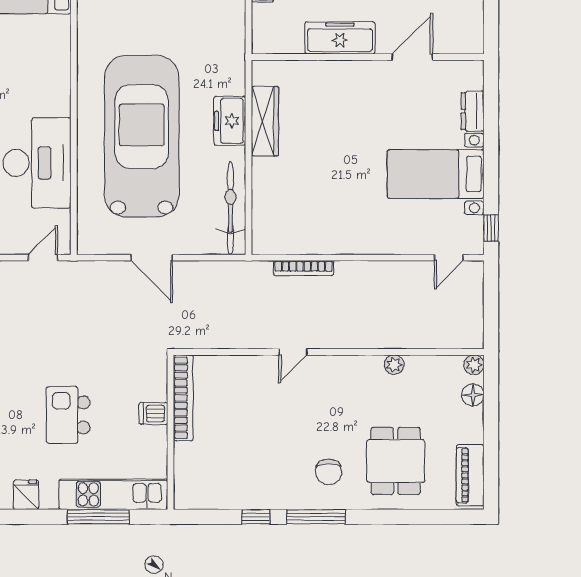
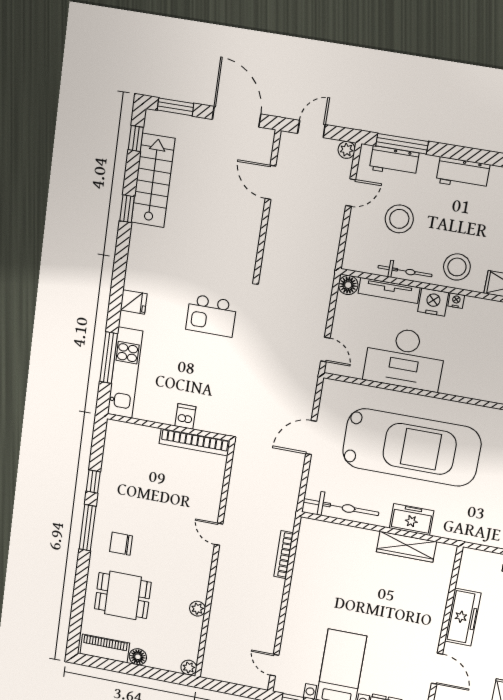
floor lamp: (473, 395) -> (138, 657), moved
kitchen island: (68, 415) -> (211, 316), moved, turned 180

